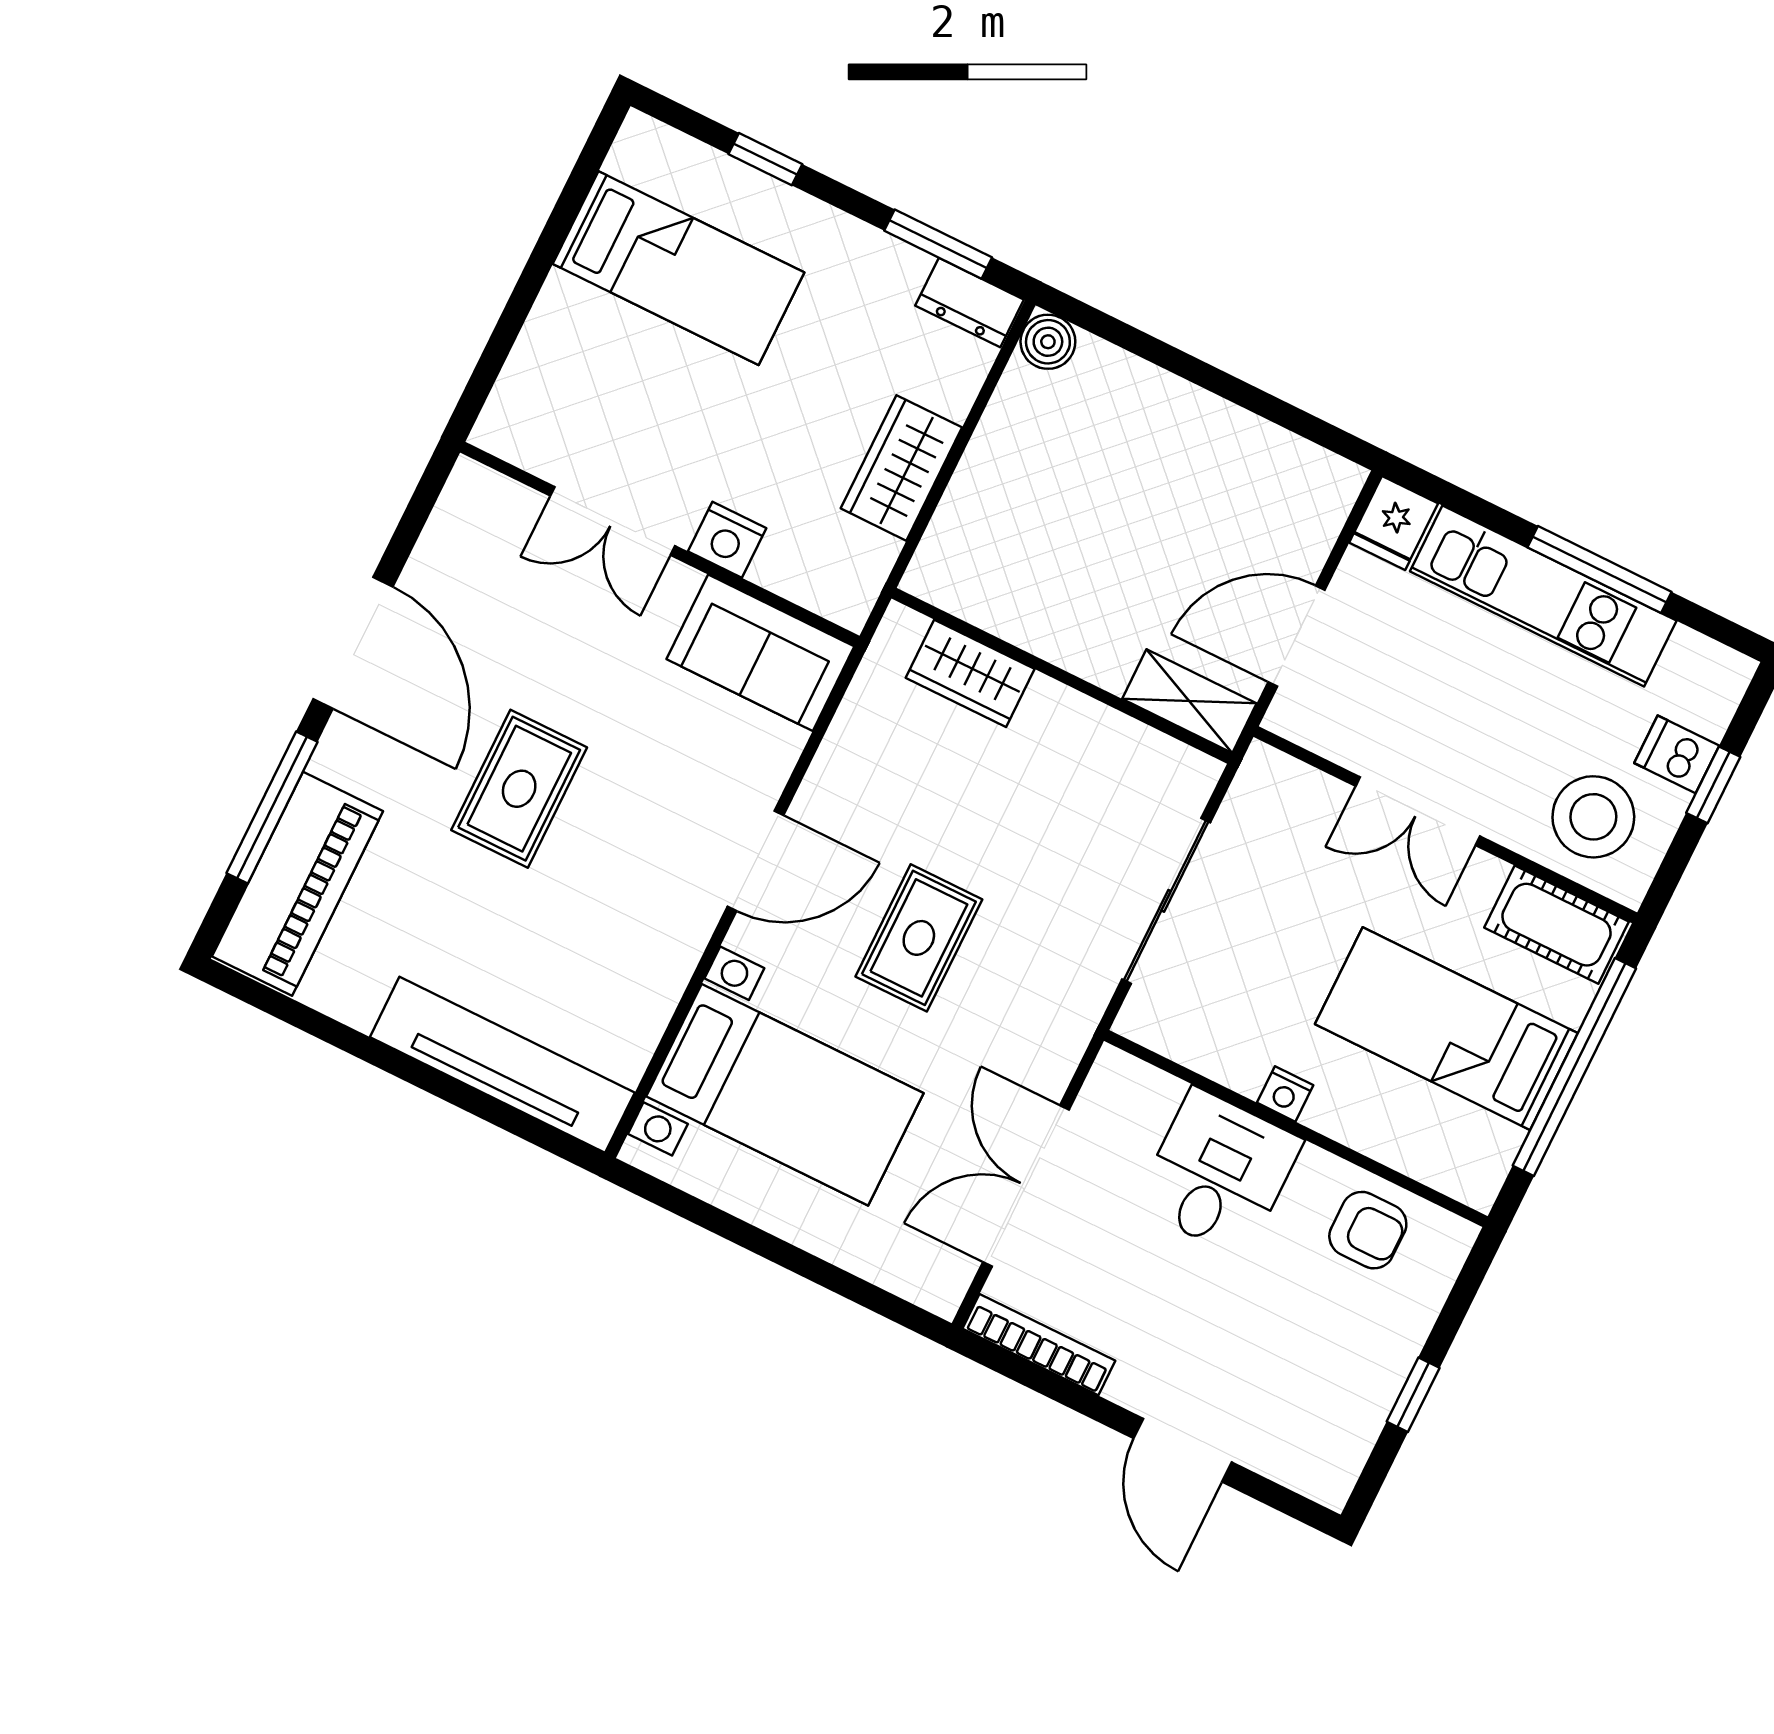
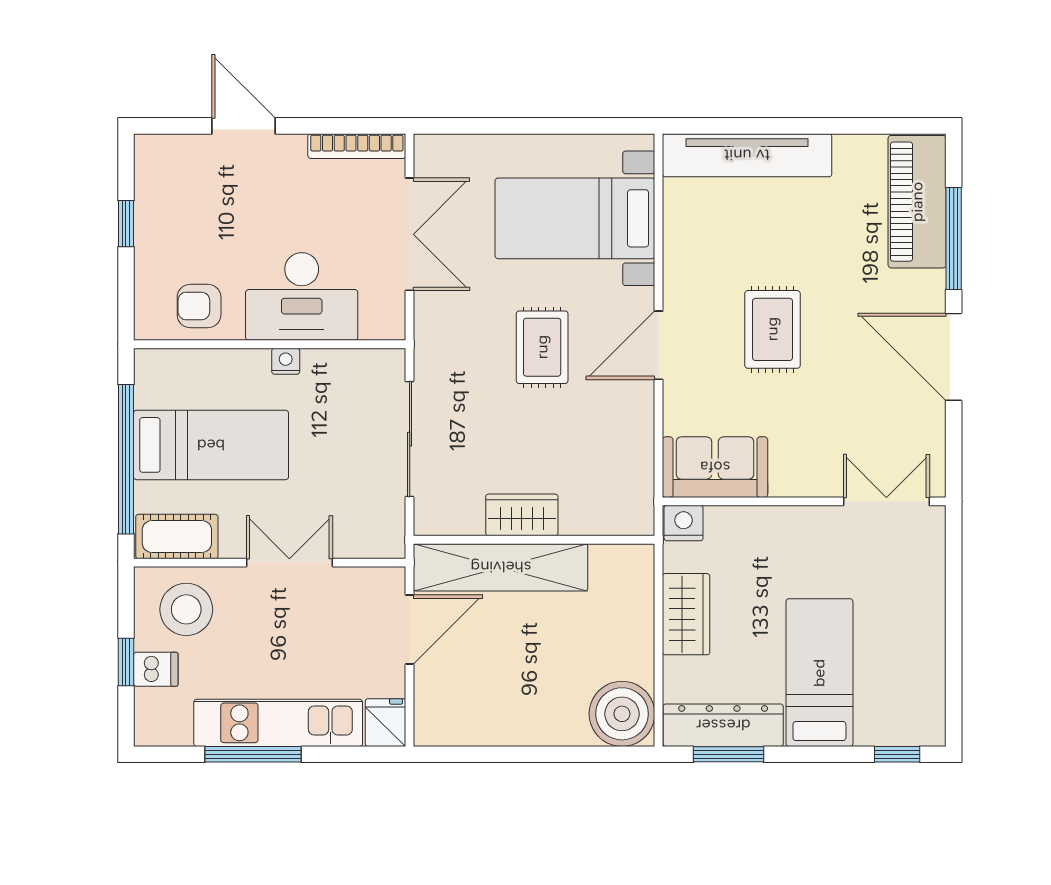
window: (765, 159) -> (897, 754), moved
bed: (678, 268) -> (819, 673), moved, turned 90
dresser: (970, 303) -> (723, 725), width x1.96, depth x1.24
boiler: (1048, 342) -> (622, 714), width x1.86, depth x1.86
double door: (613, 521) -> (886, 501), moved
nightstand: (727, 540) -> (684, 523), moved
wardrobe: (970, 673) -> (522, 515), moved
shelving: (1189, 701) -> (501, 567), width x2.20, depth x1.33
rug: (519, 789) -> (772, 329), moved
desk: (1219, 1173) -> (302, 296), width x1.37

